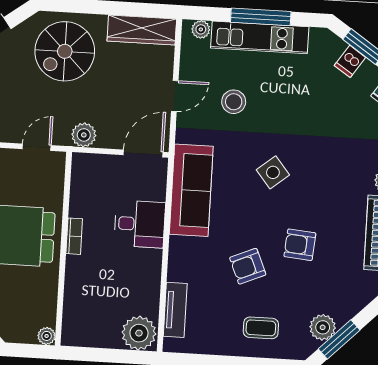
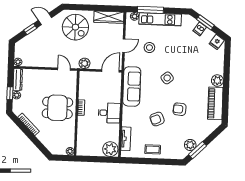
window: (261, 17) -> (150, 10), moved
spiral stairs: (65, 51) -> (75, 27), turned -90
door: (37, 147) -> (64, 69), hinge flipped
desk: (140, 224) -> (109, 113), moved
coffee table: (261, 328) -> (153, 149), moved

